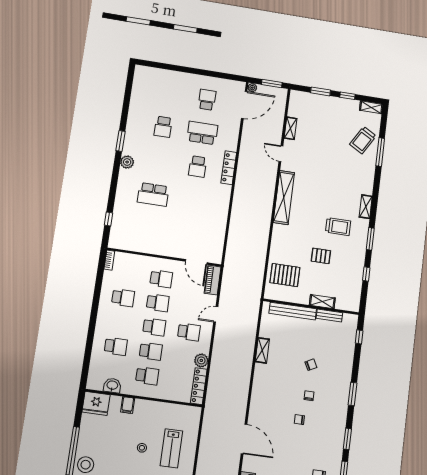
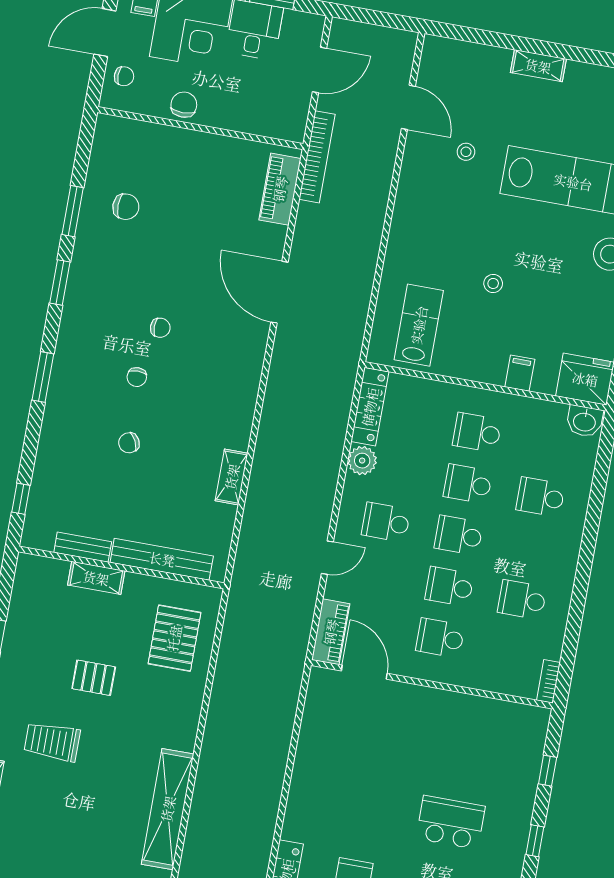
window: (113, 187) -> (535, 841), added
pallet: (285, 275) -> (174, 638), turned 90
washbasin: (112, 385) -> (585, 421), moved
lab bench: (171, 448) -> (419, 325), moved

